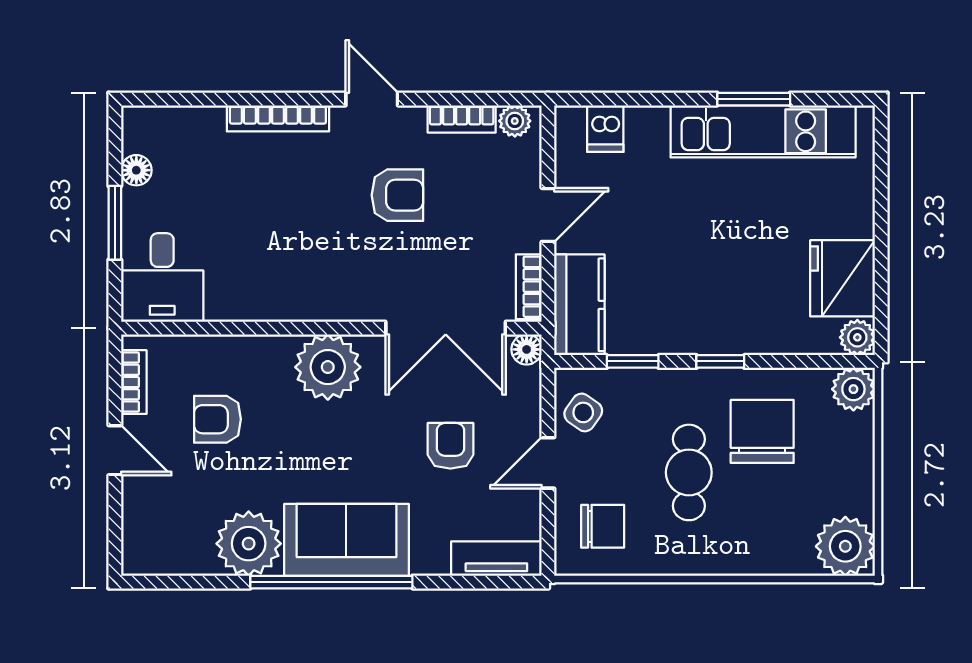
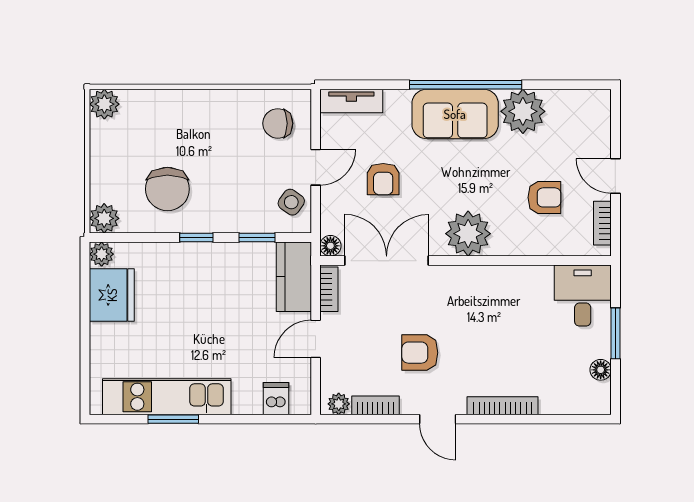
cafe table: (689, 472) -> (218, 161), removed
plant: (845, 546) -> (104, 104), width x0.73, depth x0.73

